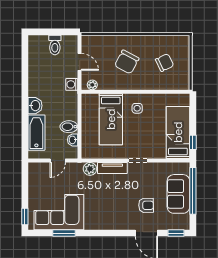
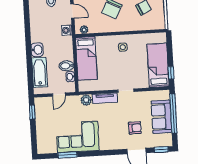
bed: (111, 119) -> (86, 58), moved
corner sofa: (59, 212) -> (78, 137), moved
window: (25, 217) -> (32, 112), moved

